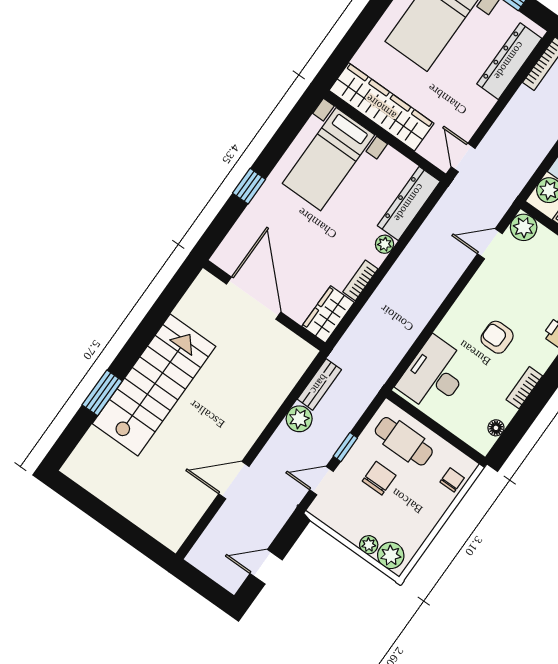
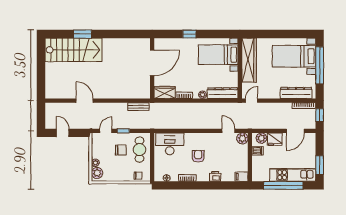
stairs: (154, 385) -> (73, 50), moved
plant: (299, 419) -> (122, 108), removed
door: (322, 481) -> (106, 131), hinge flipped

